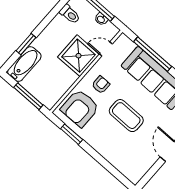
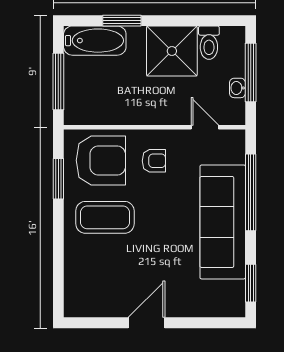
shower: (78, 56) -> (172, 51), moved
armchair: (80, 108) -> (101, 160), turned 180
coffee table: (126, 116) -> (105, 217), moved, turned 90

